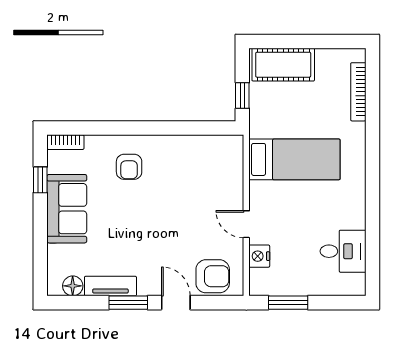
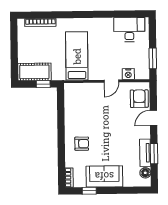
cot: (283, 65) -> (34, 72), moved, turned 90
desk: (343, 251) -> (129, 30), width x1.37
window: (128, 303) -> (154, 154), moved

